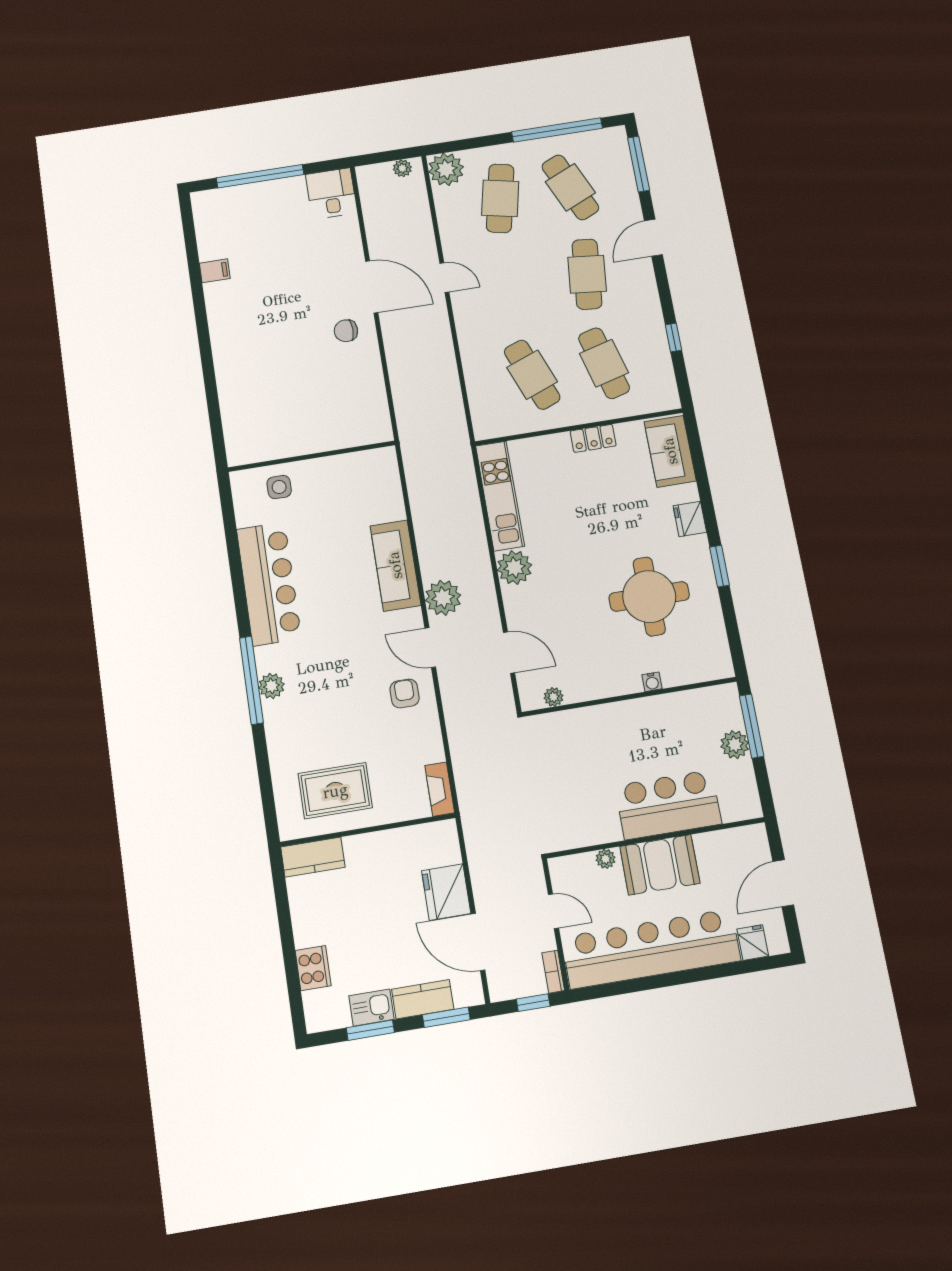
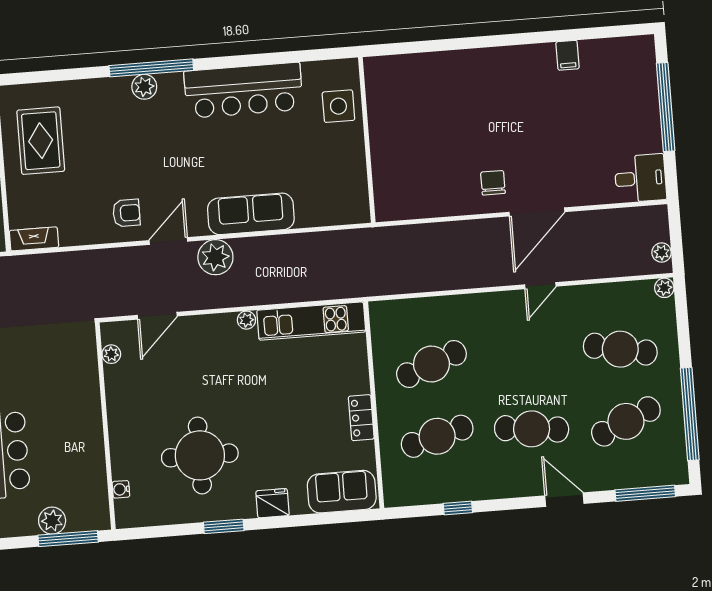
plant: (446, 169) -> (664, 288), width x0.53, depth x0.53
side table: (279, 487) -> (338, 106), width x1.37, depth x1.37
plant: (514, 567) -> (246, 320), width x0.53, depth x0.53
water cooler: (652, 682) -> (121, 489), moved

